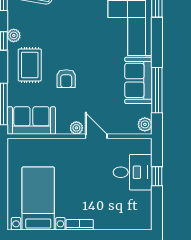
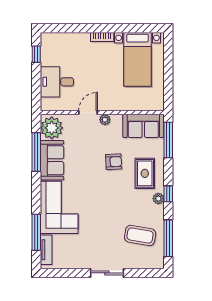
armchair: (66, 79) -> (114, 162), turned 87
plant: (145, 124) -> (52, 128), width x1.88, depth x1.88
door: (96, 136) -> (88, 113), swing flipped
window: (157, 176) -> (36, 54), moved

